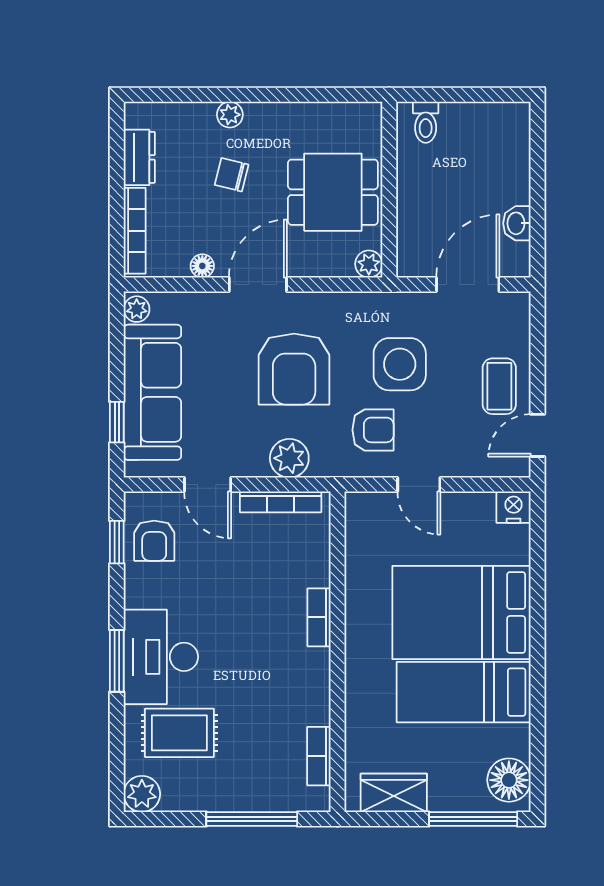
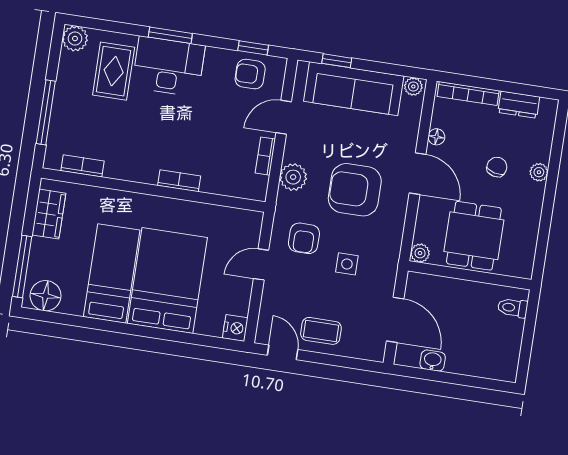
side table: (400, 364) -> (347, 264), width x0.54, depth x0.54
bookcase: (281, 502) -> (265, 156), width x0.64

